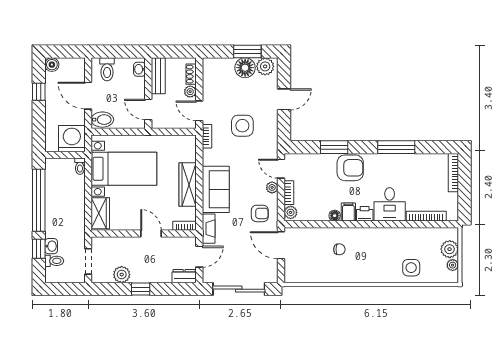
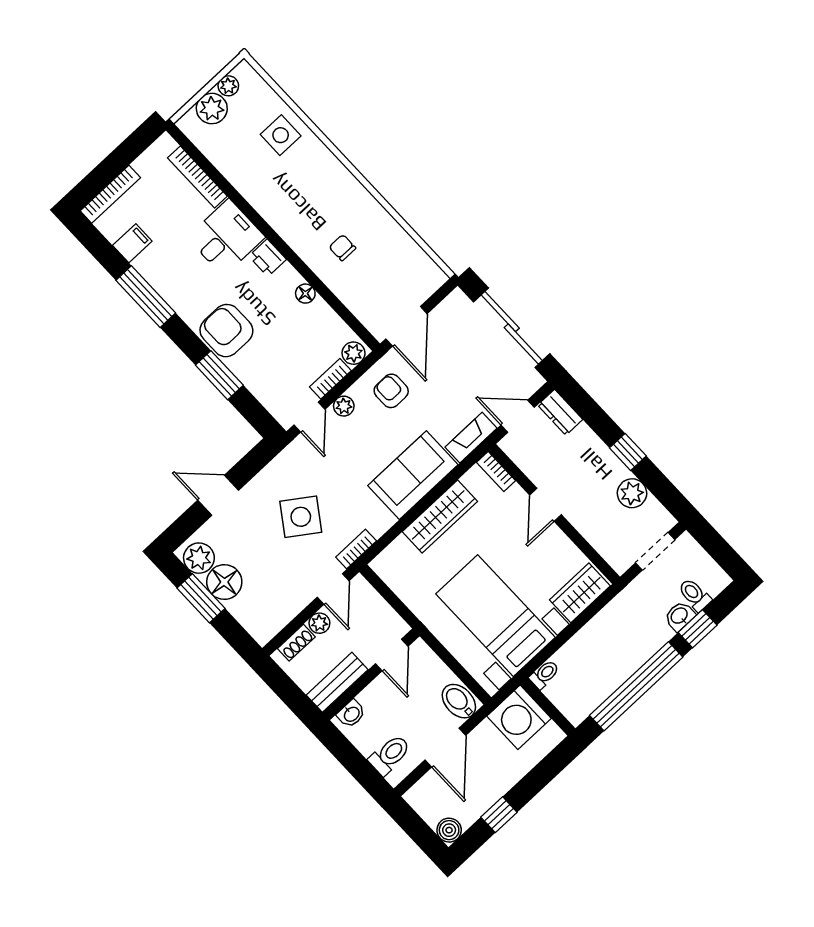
side table: (242, 126) -> (301, 517), turned 35
filing cabinet: (348, 212) -> (132, 243), moved, turned 180

